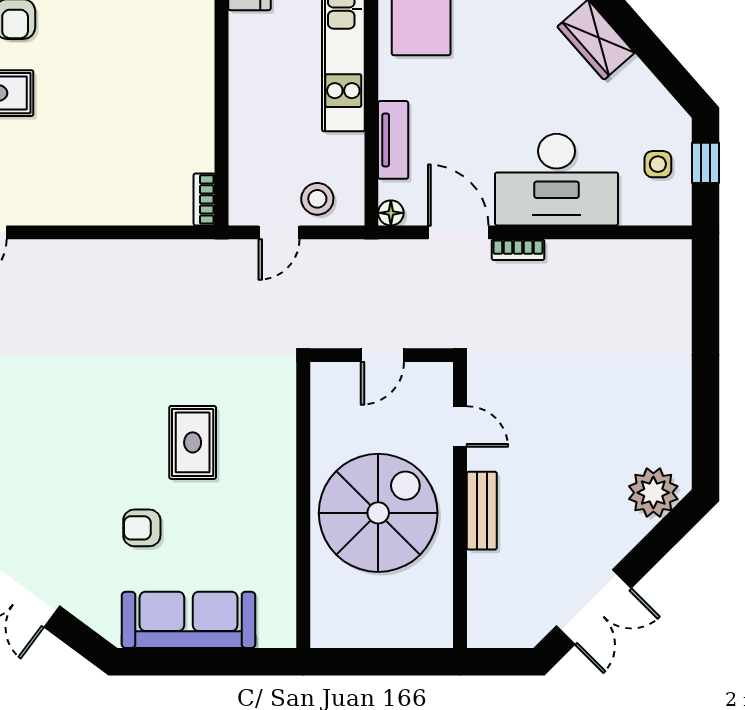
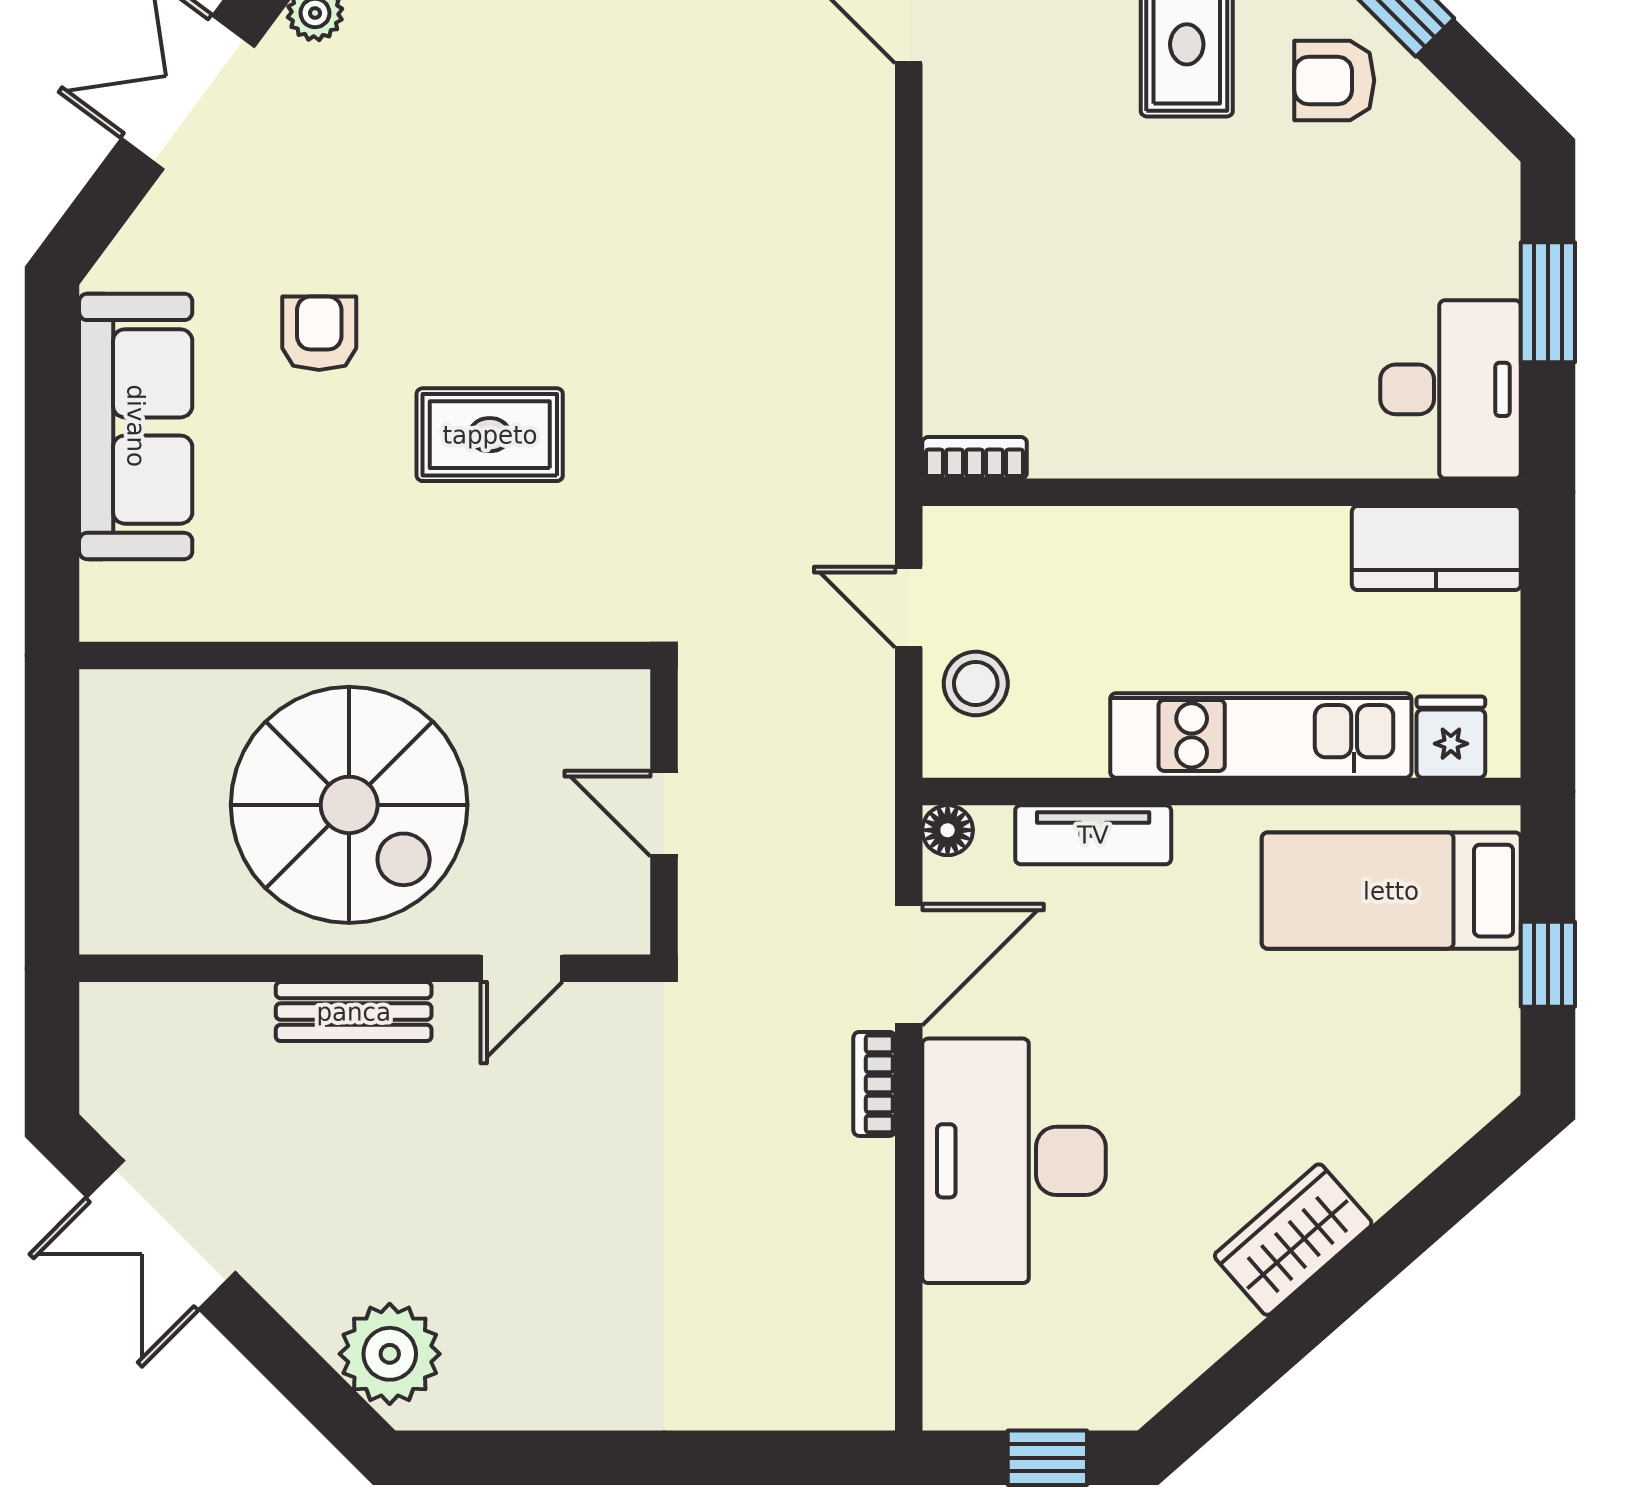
side table: (658, 164) -> (1045, 1363), removed

